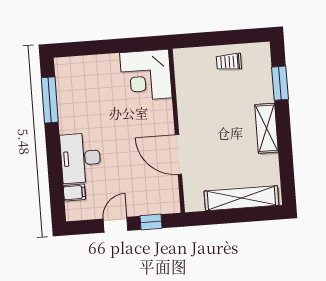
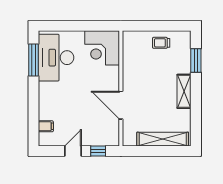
desk: (81, 158) -> (56, 58), moved, width x1.36, depth x1.30

